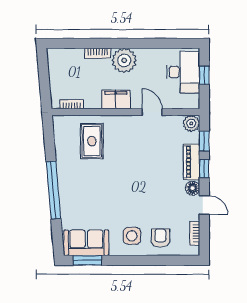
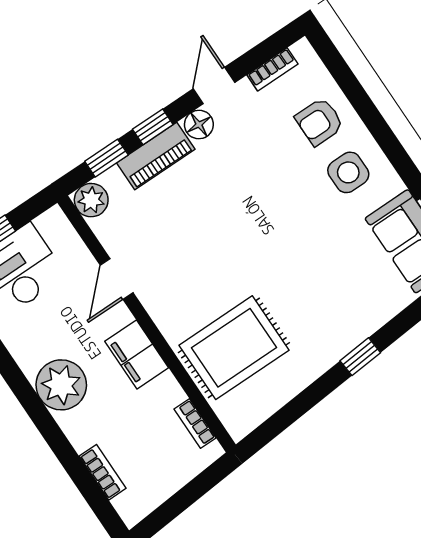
bookcase: (98, 53) -> (103, 472), moved
rug: (92, 141) -> (234, 348), width x1.36, depth x1.43
window: (53, 190) -> (360, 357), width x0.32

